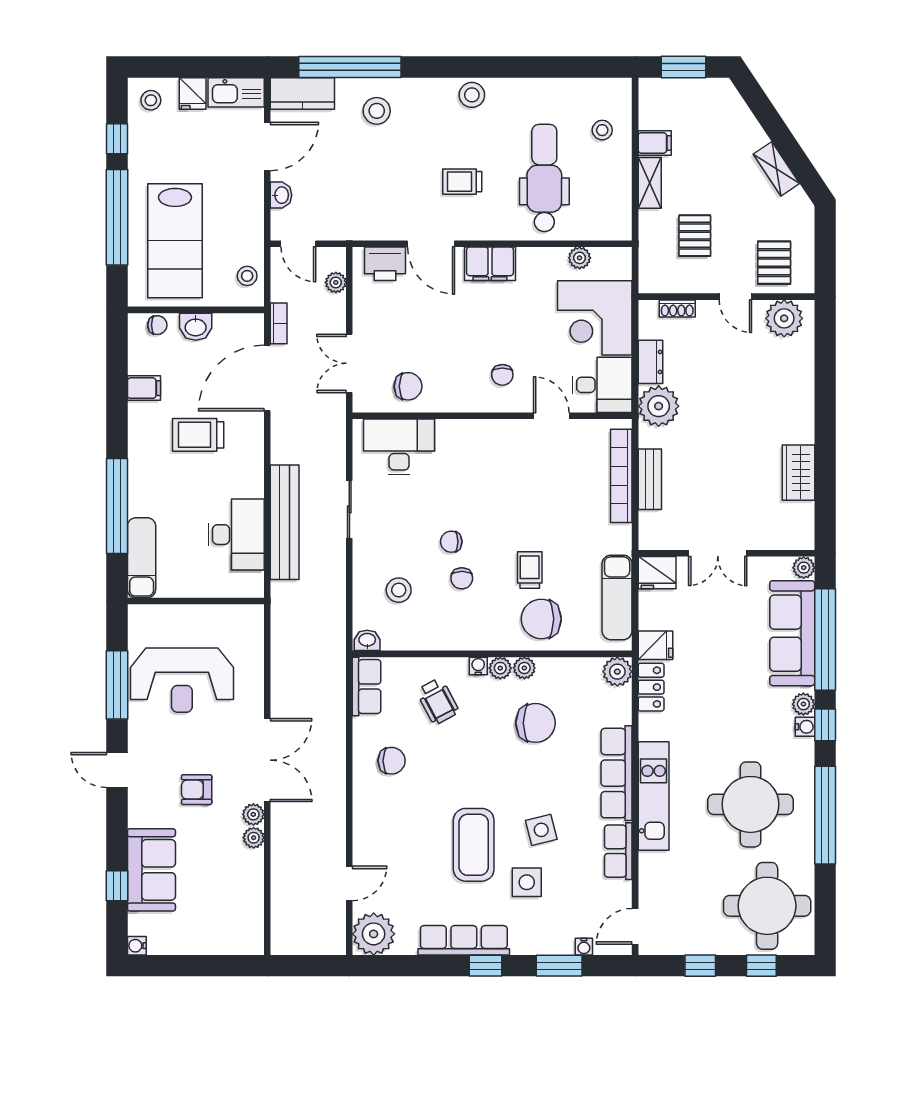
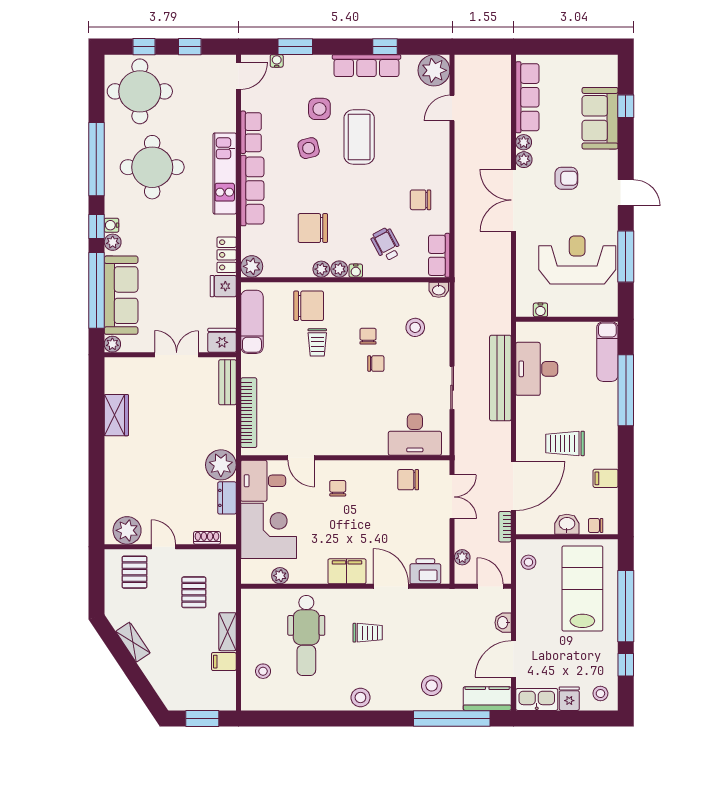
trolley: (198, 435) -> (565, 443), turned 180
bench: (650, 479) -> (227, 382), moved
row of seats: (249, 898) -> (527, 97), added
water cooler: (137, 946) -> (540, 310), moved, turned 90
window: (486, 966) -> (385, 47), moved

